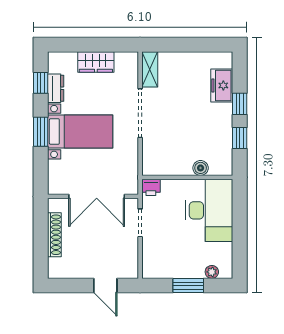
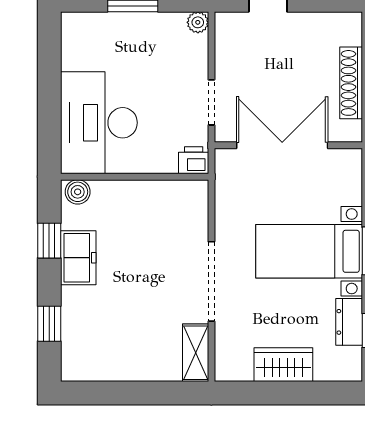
freezer: (222, 85) -> (78, 258), moved
window: (240, 104) -> (49, 324), moved
boiler: (201, 168) -> (78, 192), moved
plant: (212, 272) -> (198, 22), moved

